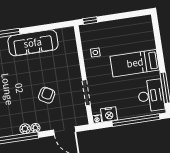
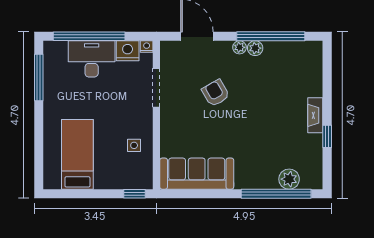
sofa: (33, 43) -> (197, 174), moved
bed: (135, 63) -> (77, 154), moved, turned -90
armchair: (47, 95) -> (216, 93), turned 121
desk: (151, 96) -> (92, 59), moved, turned 90

